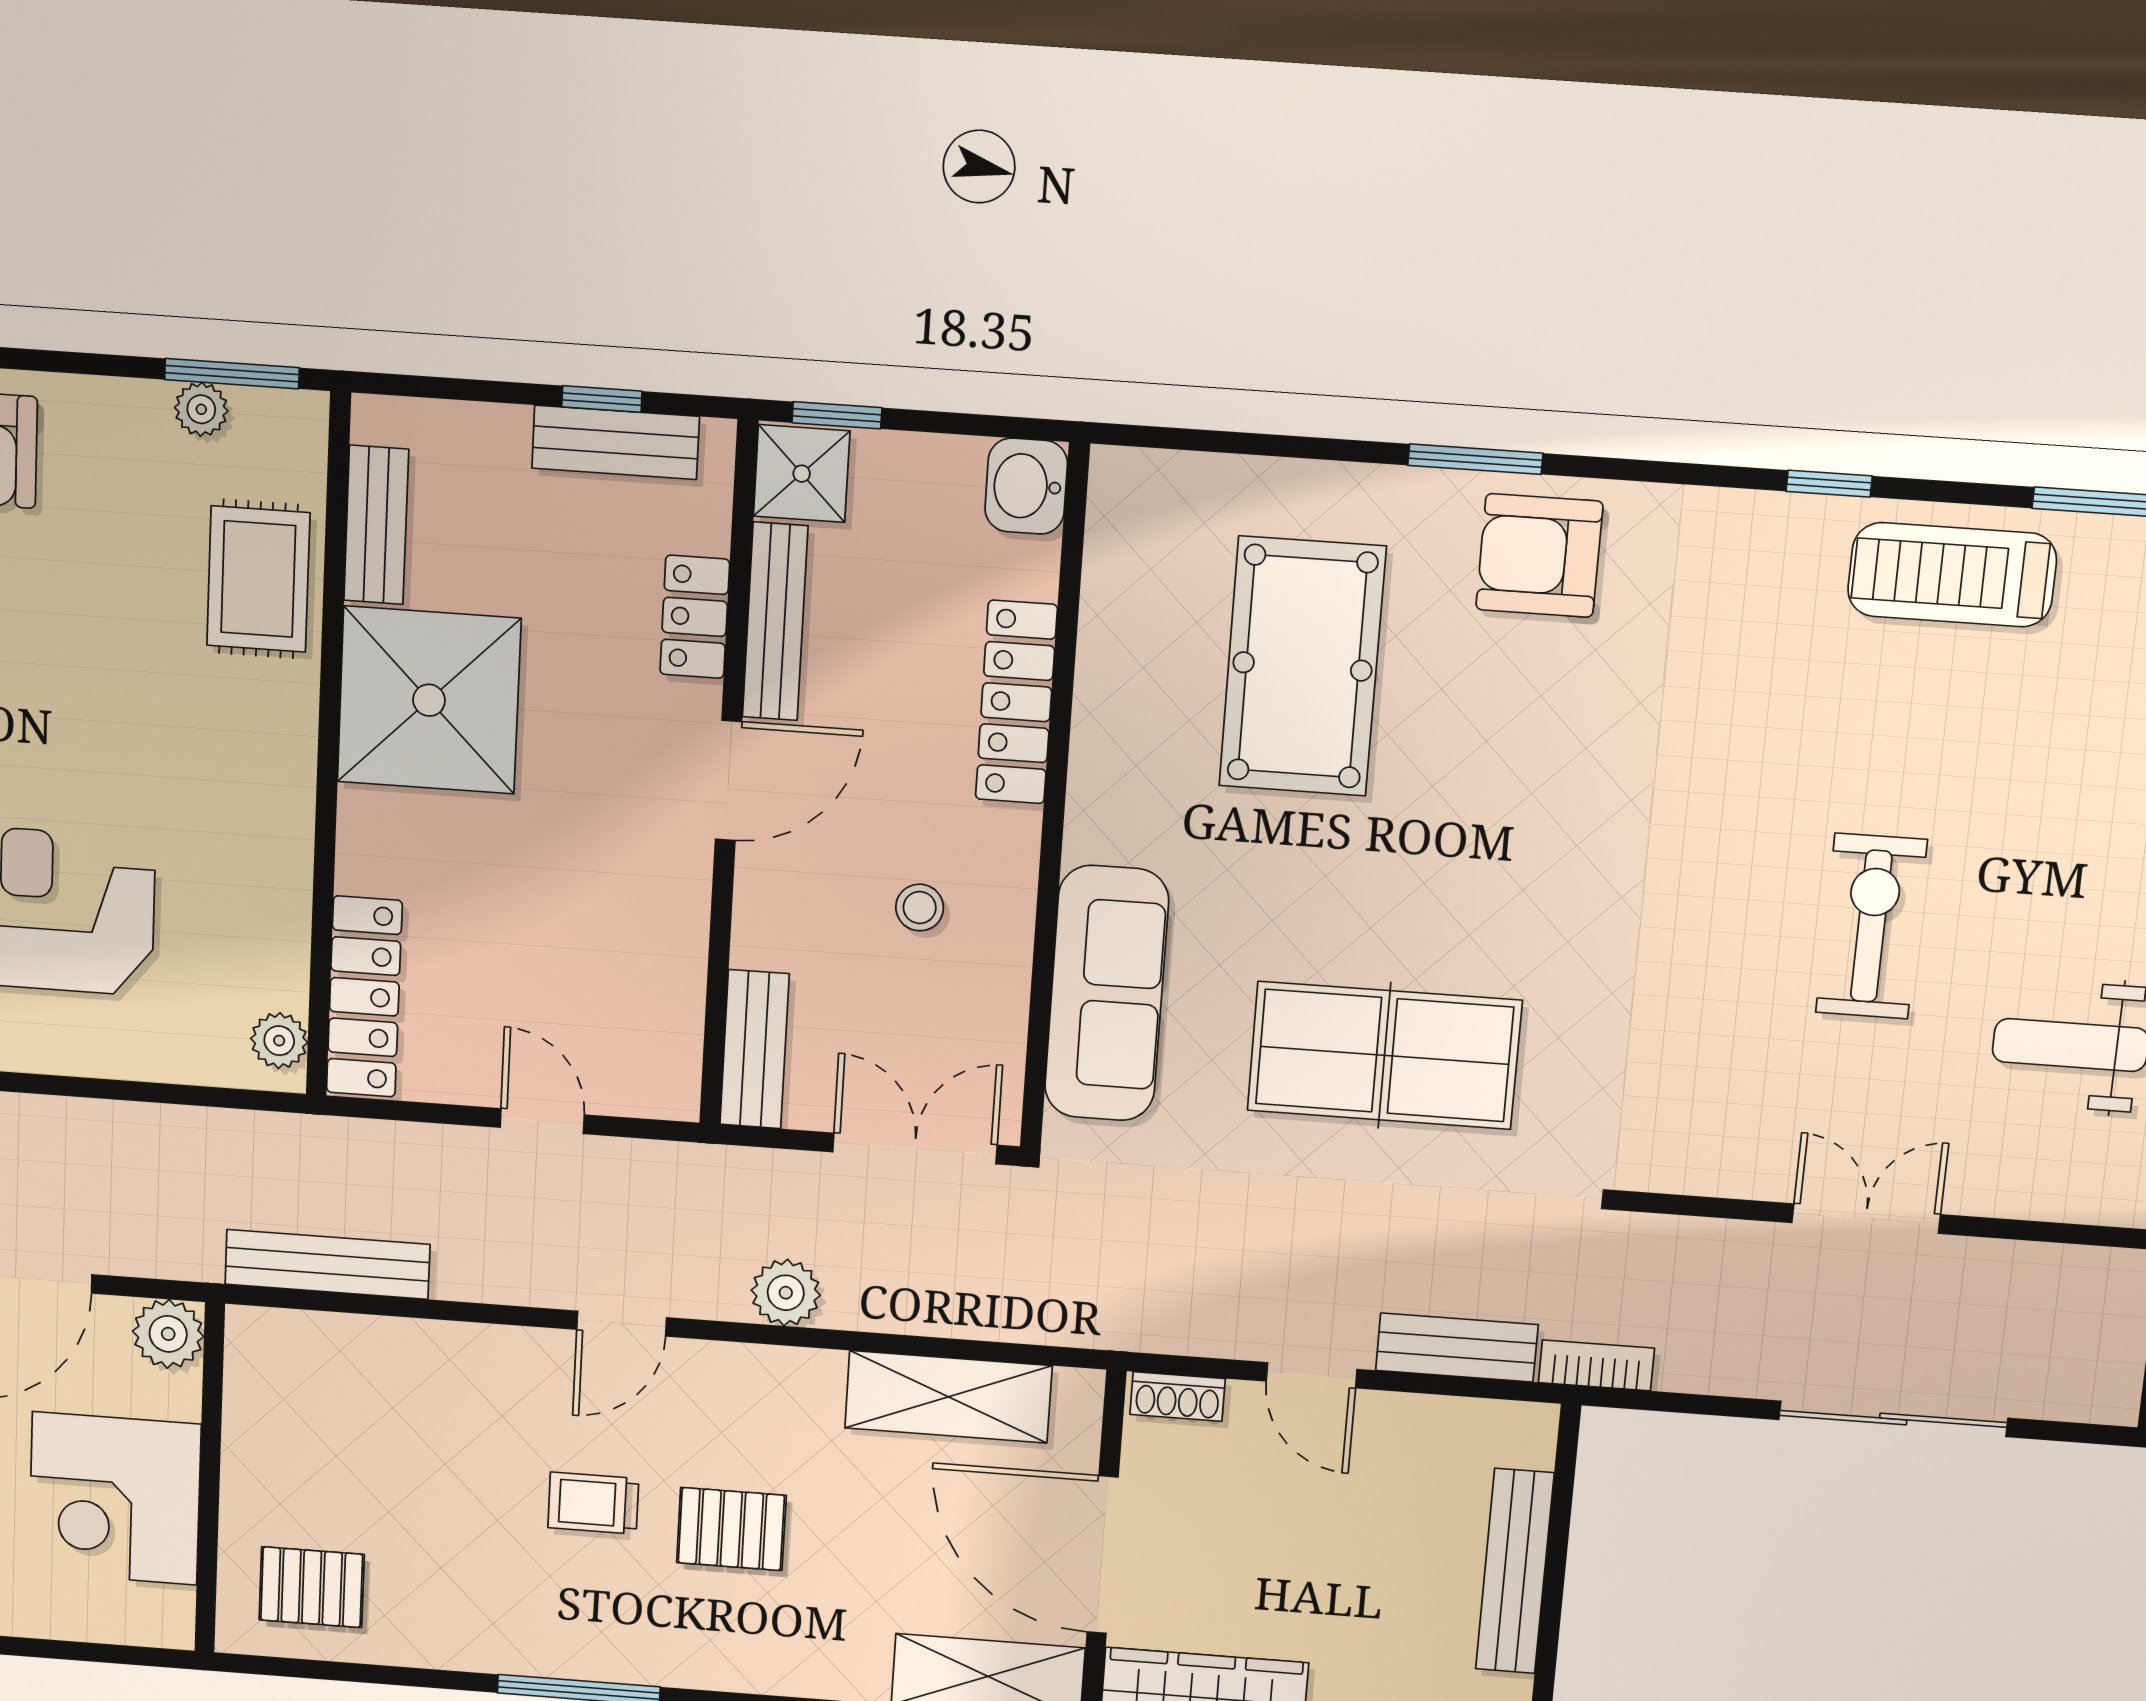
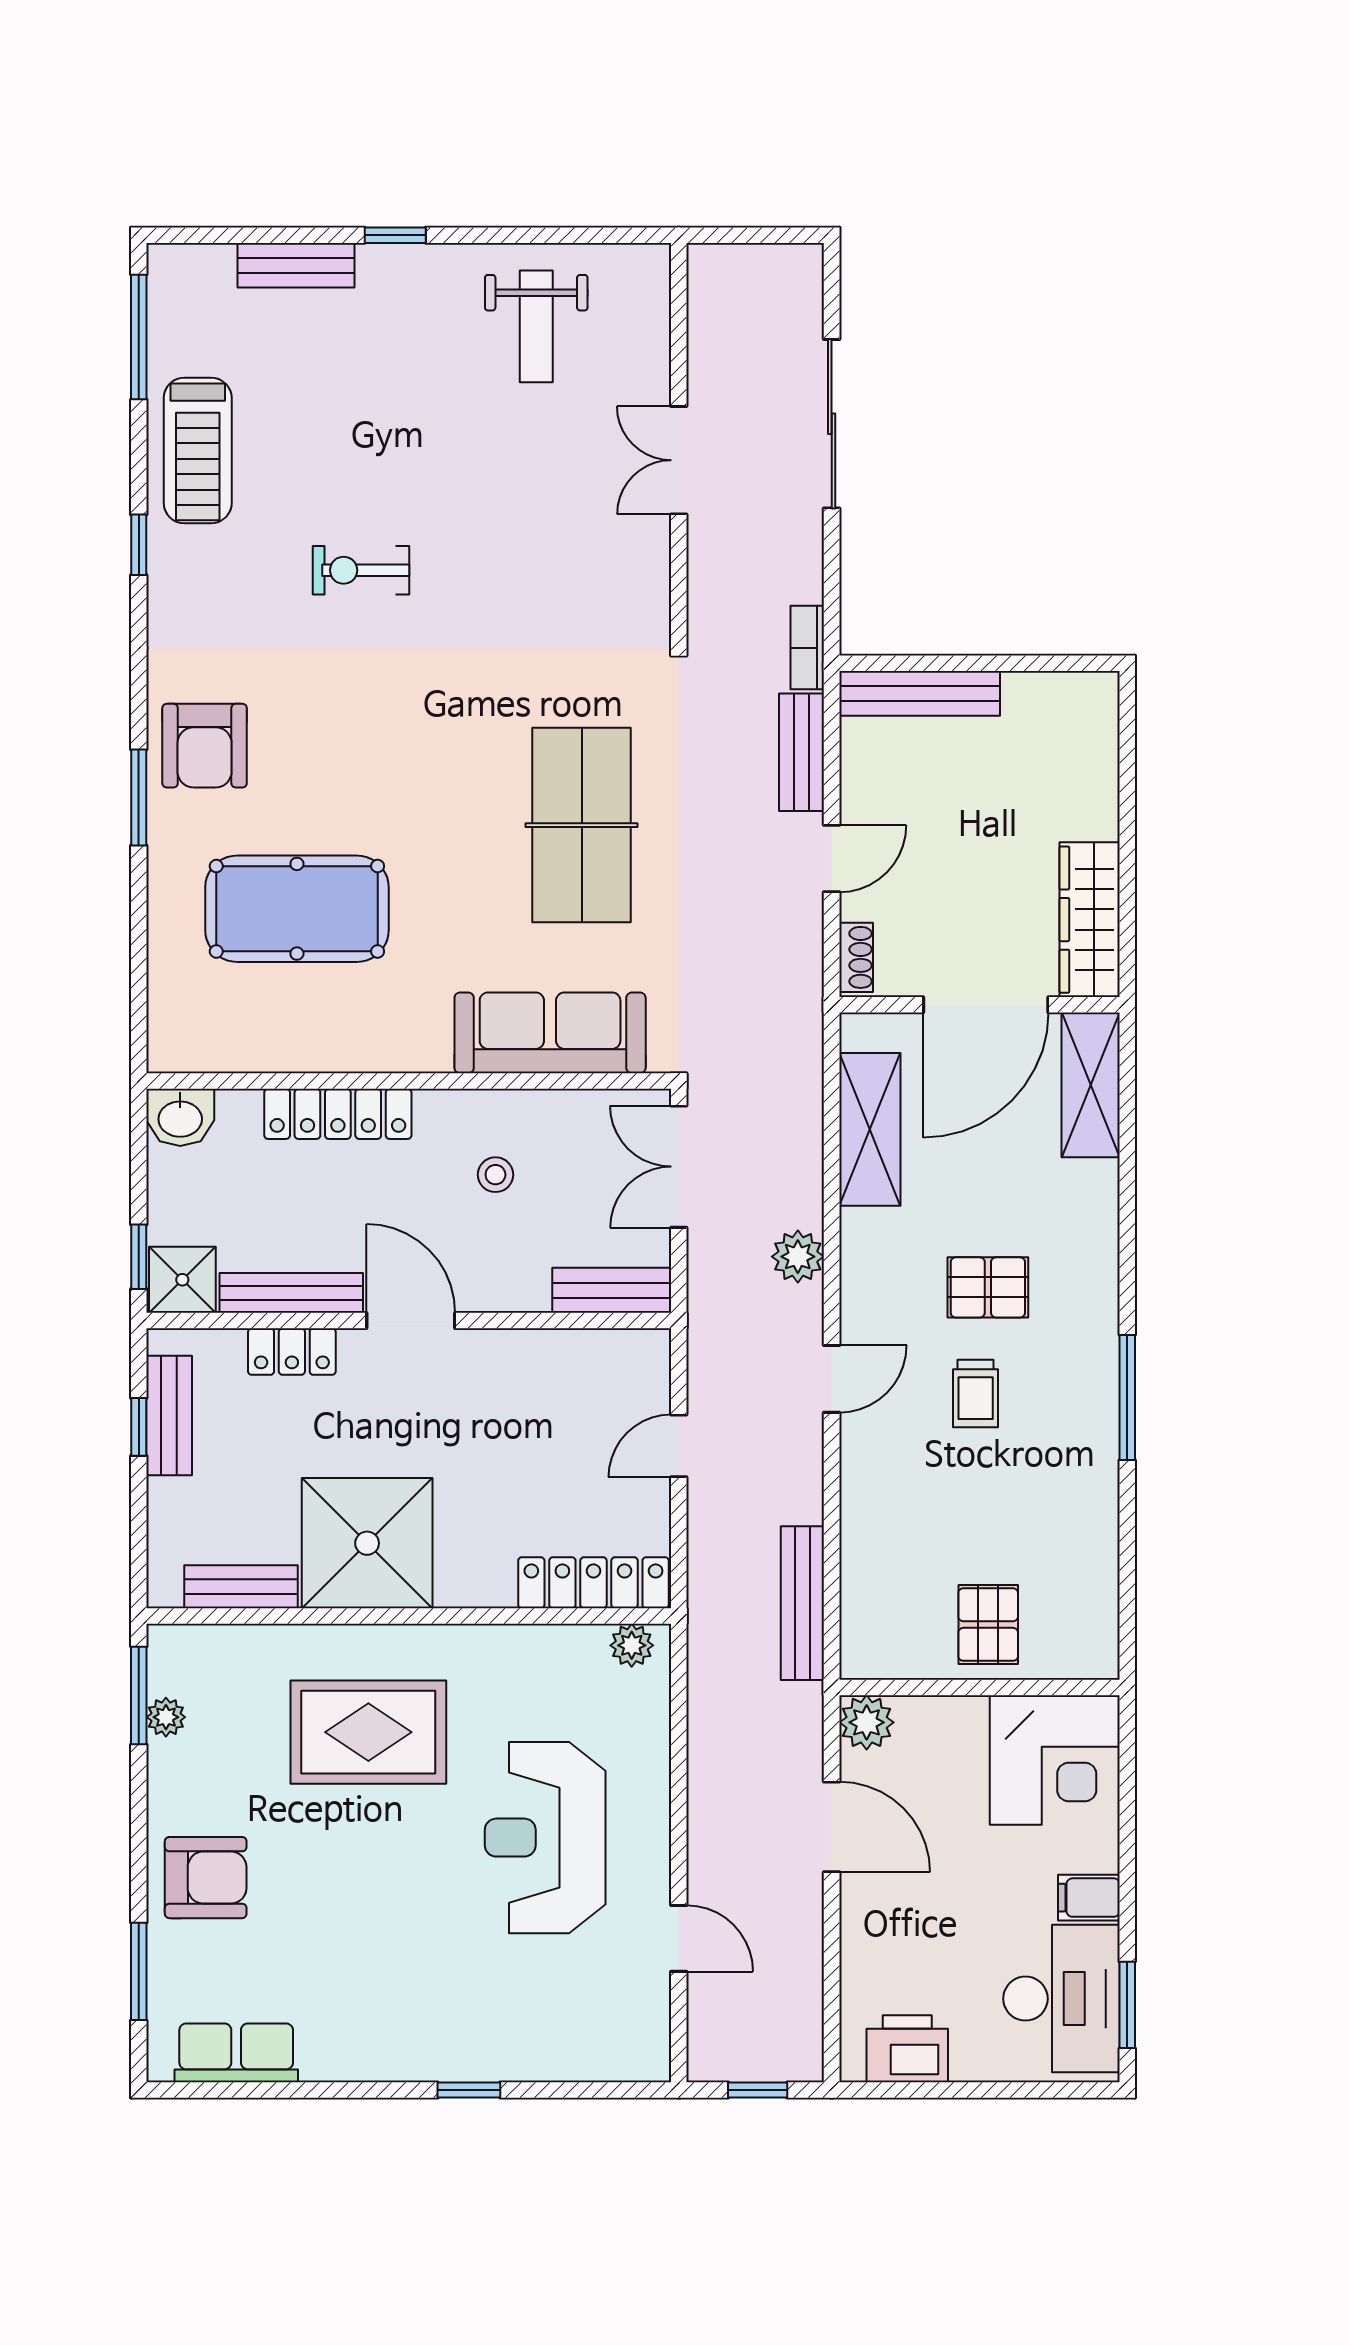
rug: (258, 579) -> (368, 1732), moved, width x1.36, depth x1.43
exercise bike: (1871, 926) -> (361, 570), moved, width x0.73, depth x0.72
door: (622, 1324) -> (832, 1379), hinge flipped
corner desk: (115, 1499) -> (1055, 1760), moved
pallet: (731, 1529) -> (988, 1287), turned 90
bench: (1515, 1571) -> (920, 693), moved
pallet: (312, 1587) -> (988, 1625), moved

